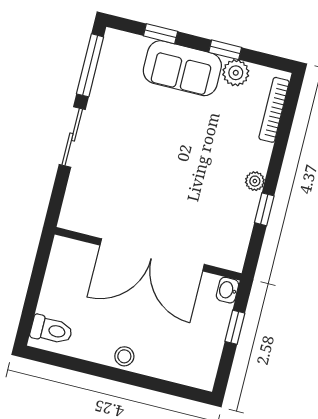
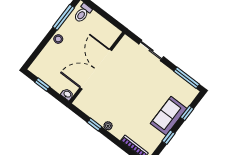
plant: (236, 73) -> (157, 138), removed
sliding door: (72, 137) -> (151, 50), moved
window: (235, 327) -> (42, 85), moved
window: (76, 365) -> (64, 17), added

